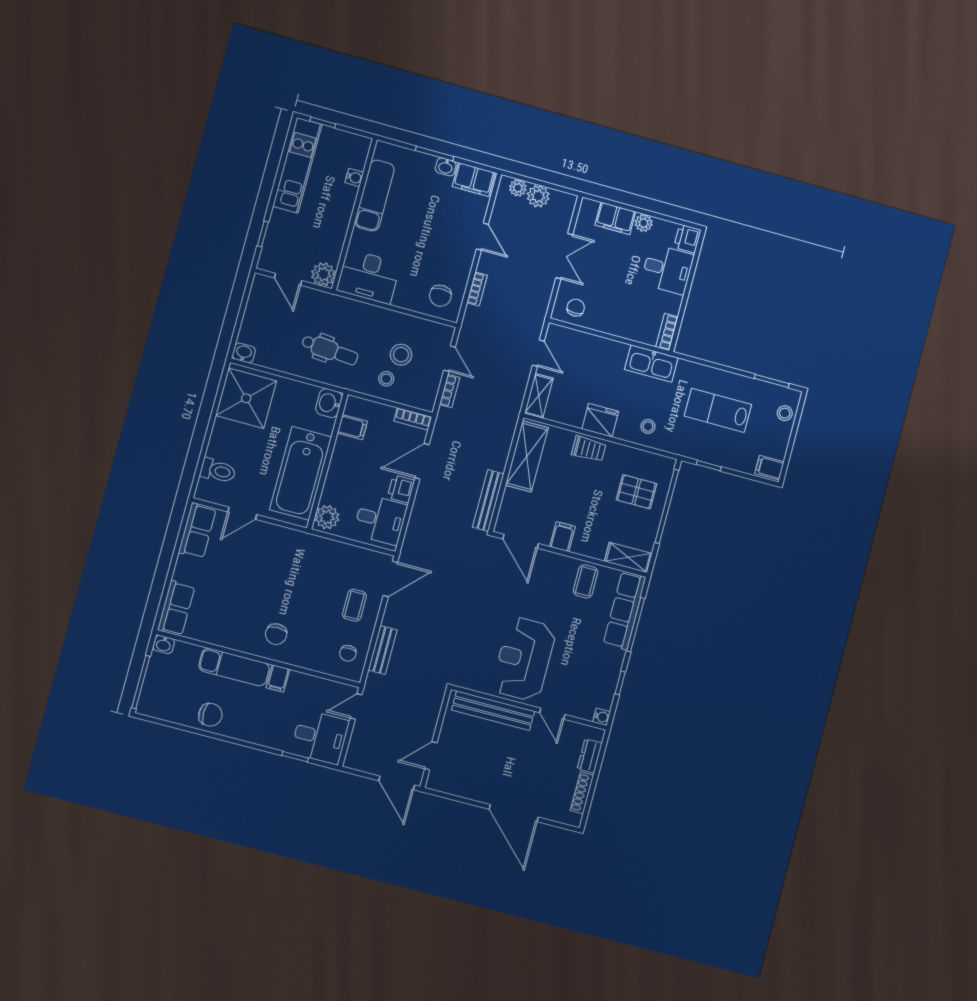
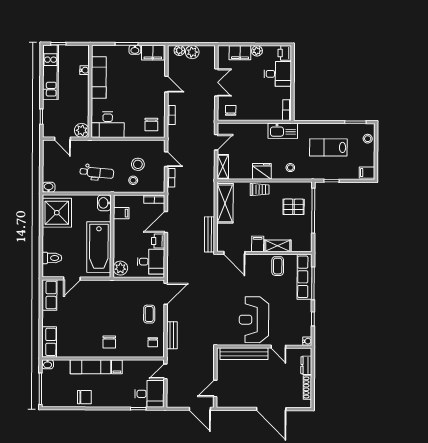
door: (538, 353) -> (216, 142), hinge flipped
shelving: (628, 557) -> (278, 246), moved

